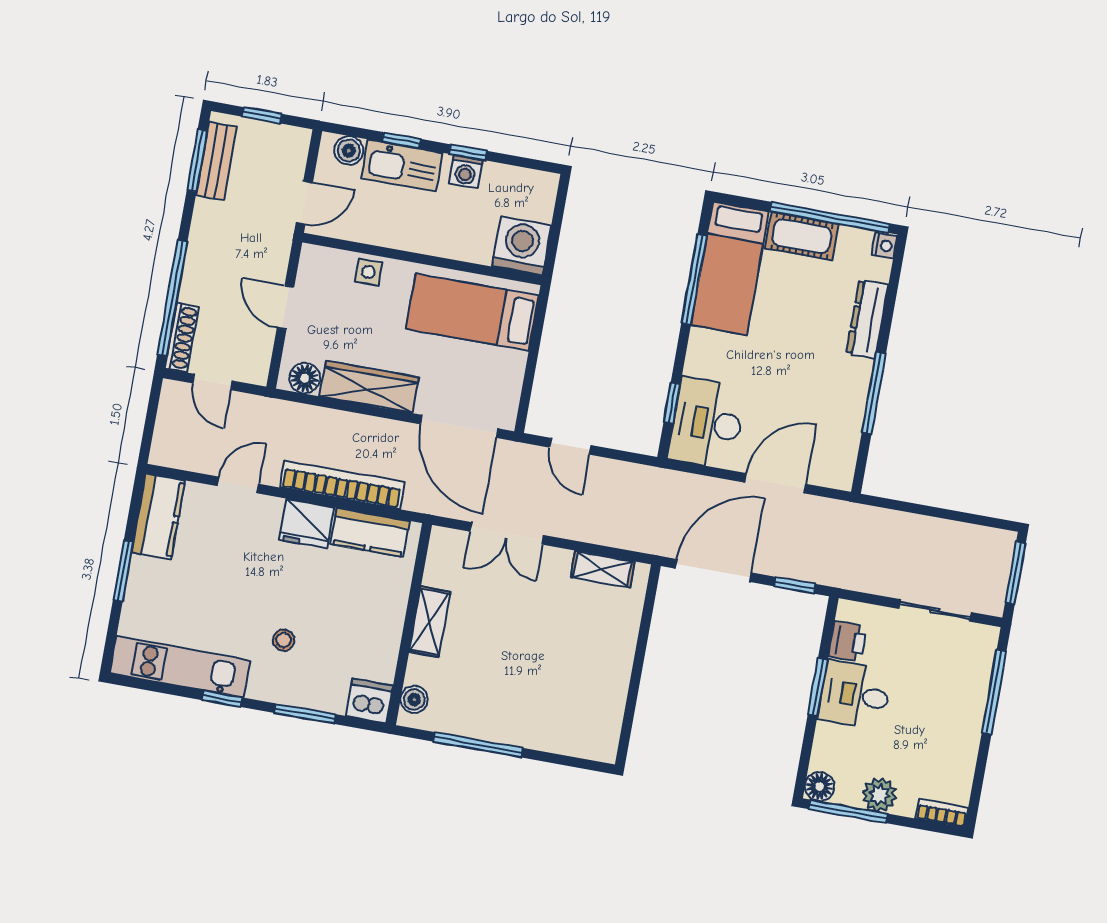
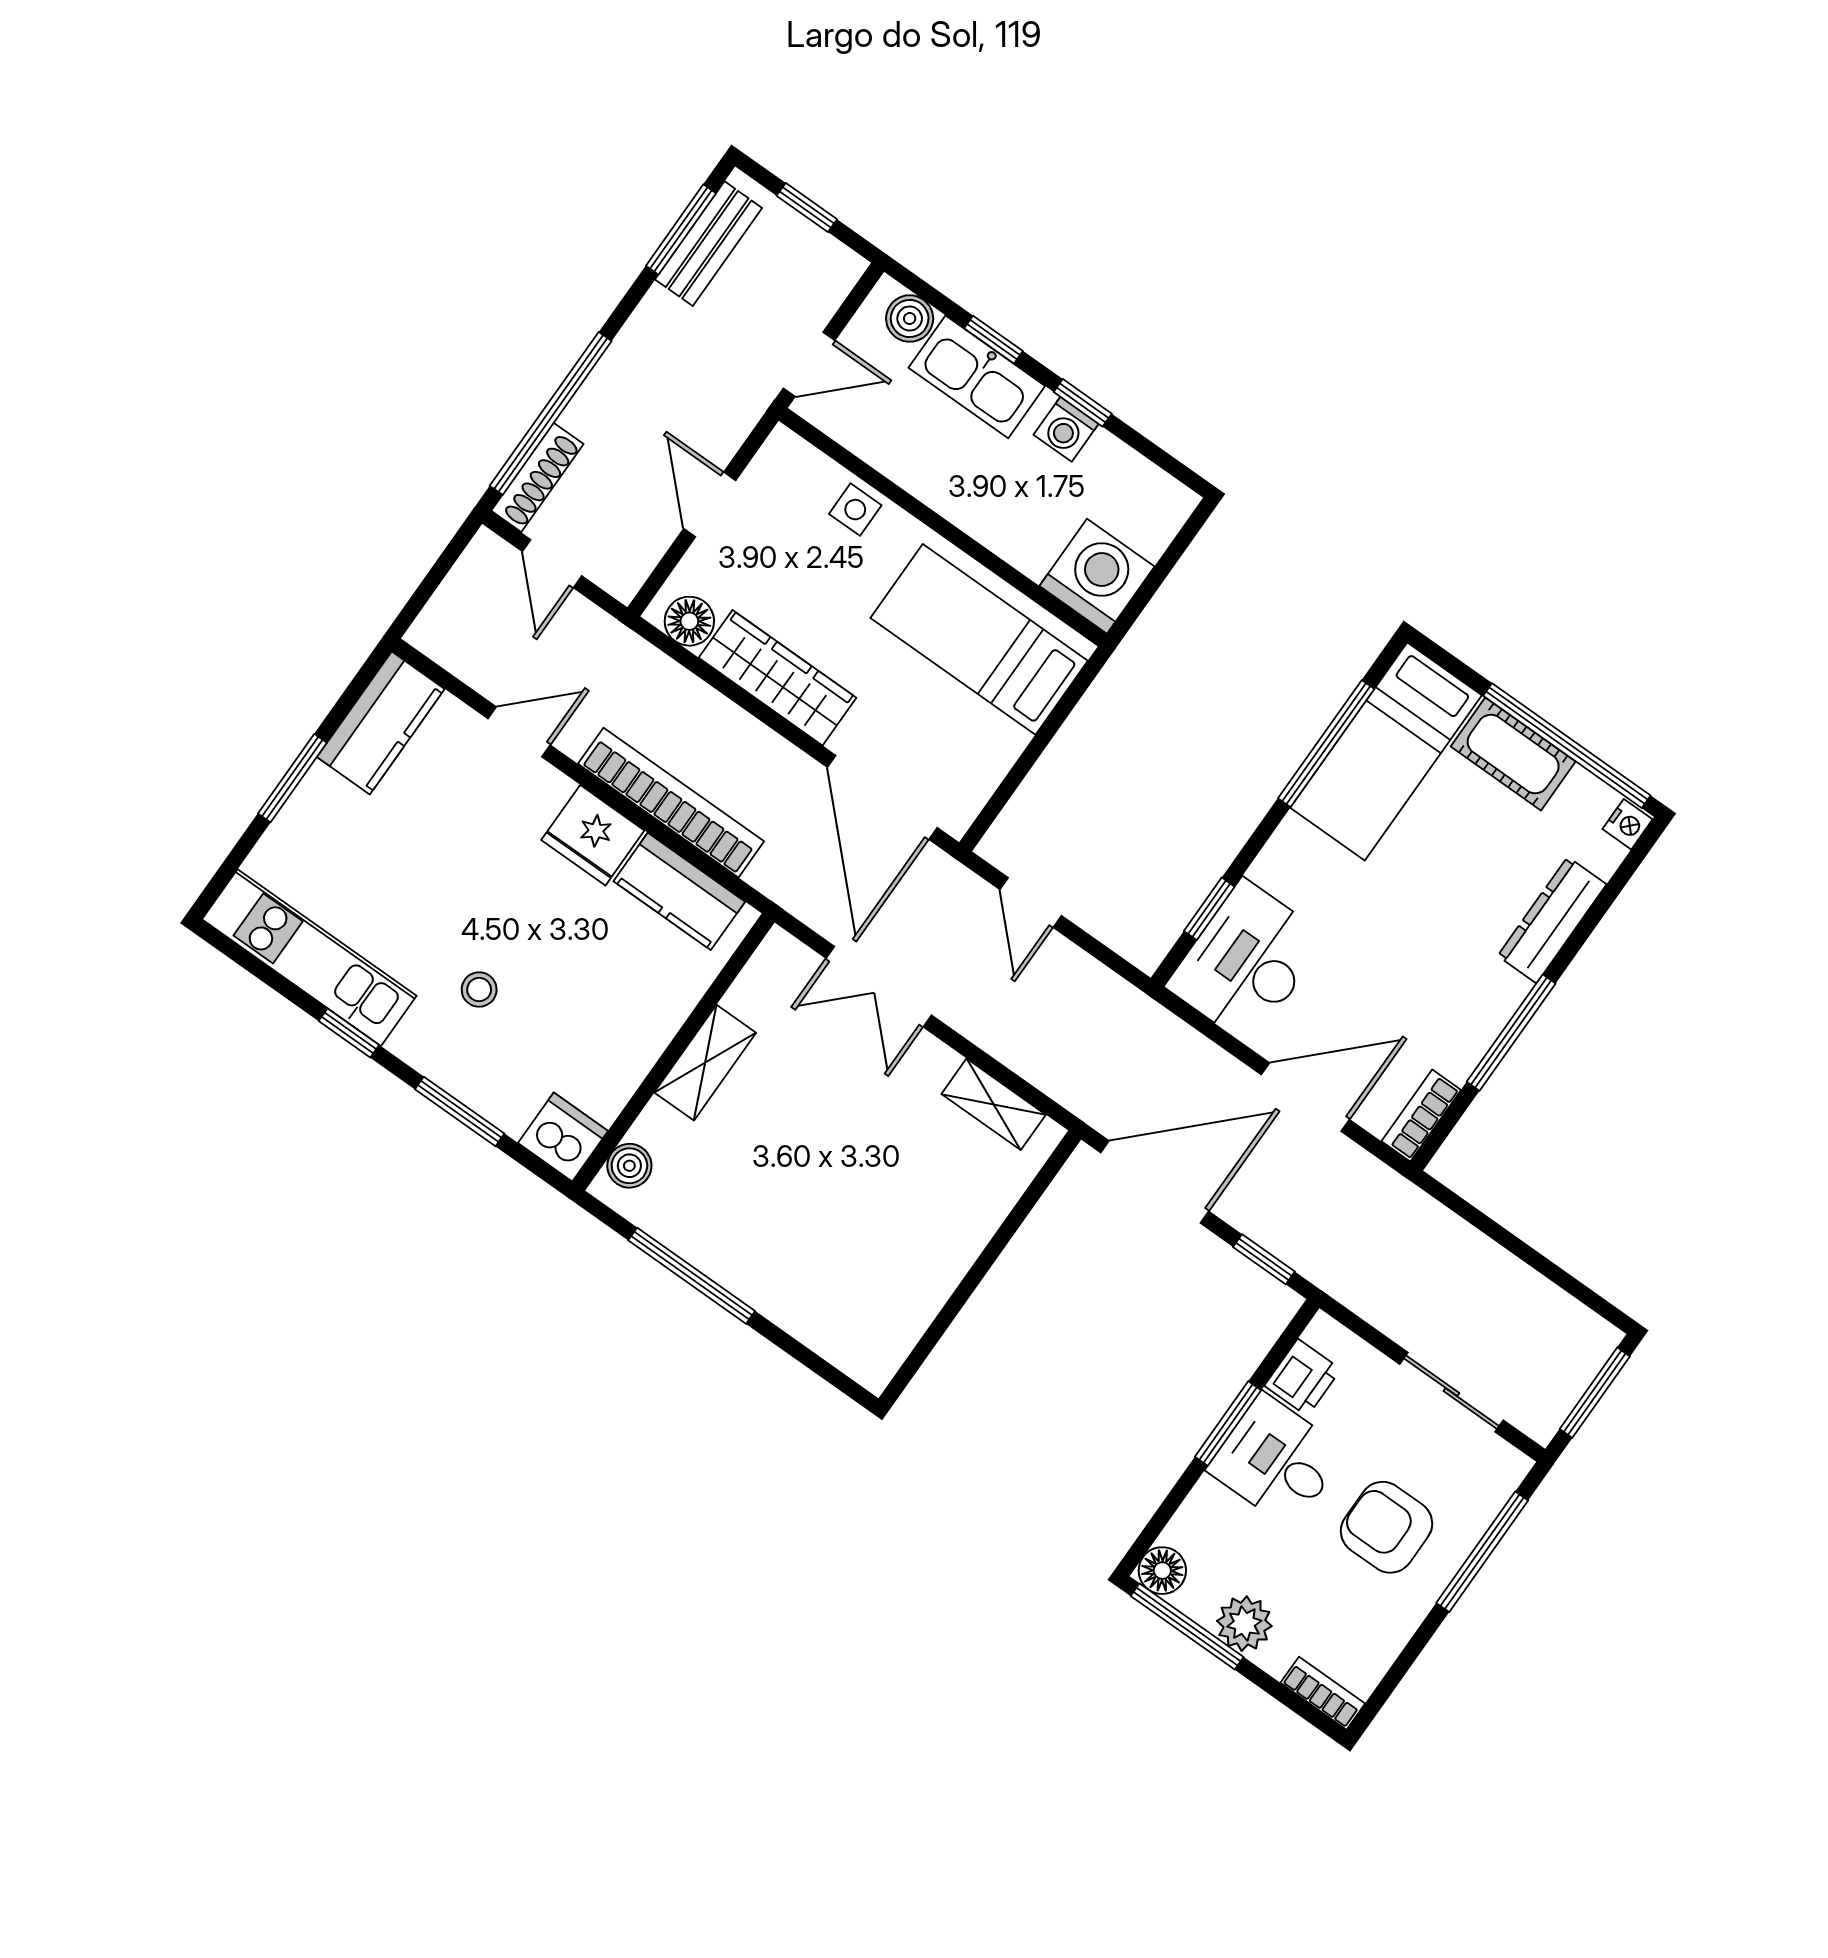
bookcase: (845, 463) -> (1421, 1116), added
armchair: (934, 703) -> (1387, 1527), added

